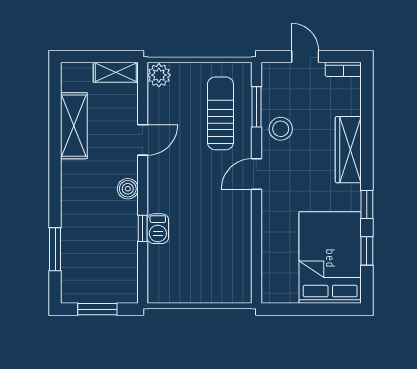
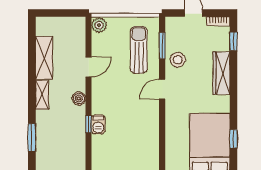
shelving: (116, 72) -> (42, 95), moved, turned 90
window: (367, 205) -> (233, 41), moved

